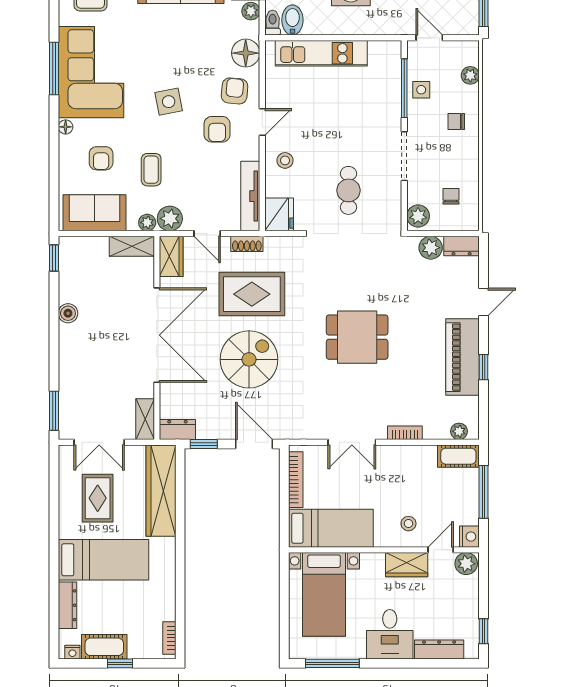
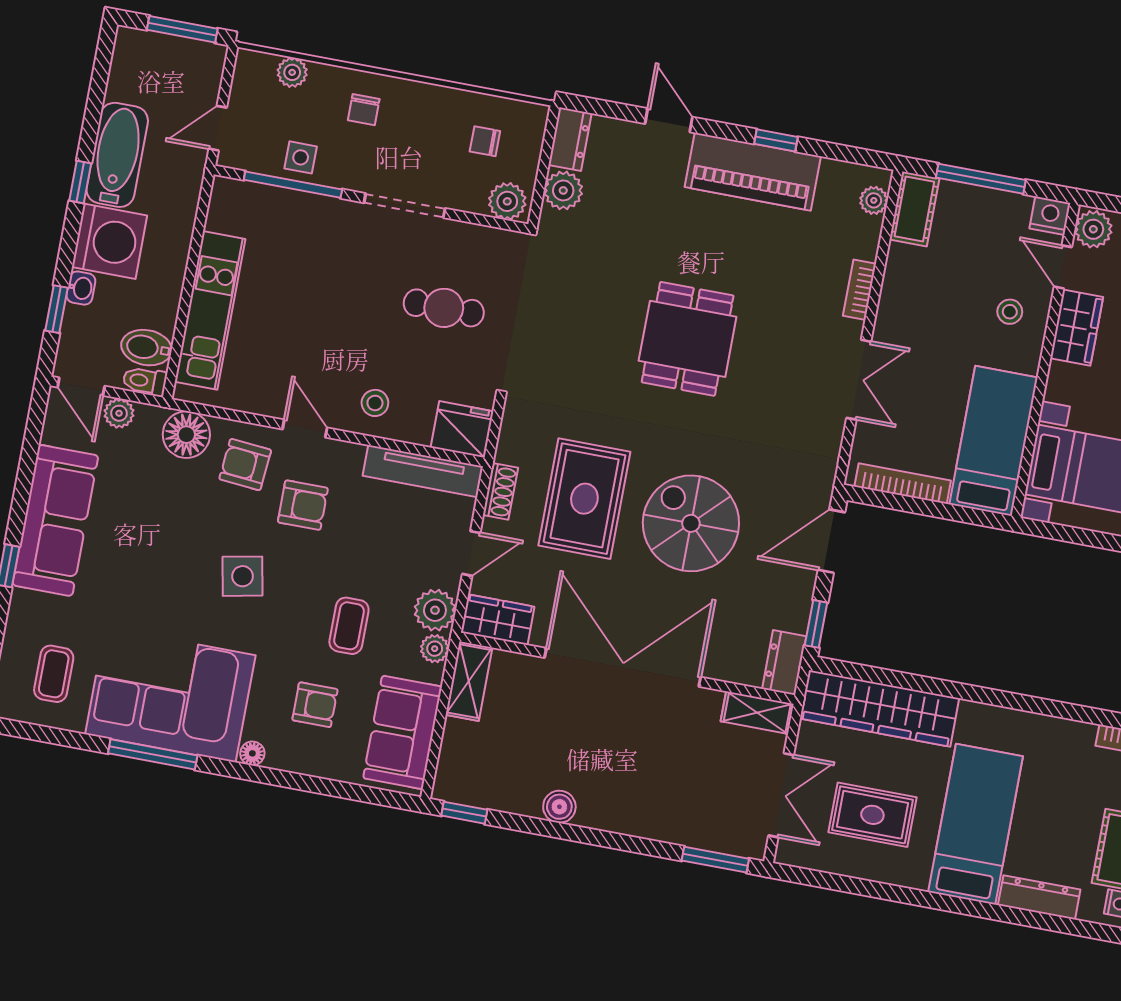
coffee table: (151, 170) -> (349, 626), turned 90

